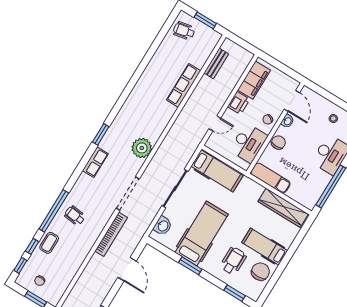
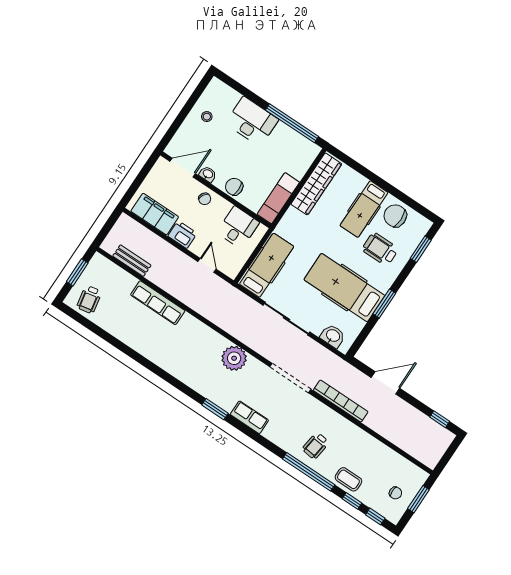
desk: (248, 143) -> (238, 227), width x0.73

